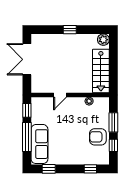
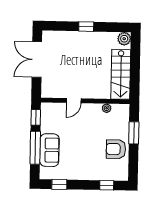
sofa: (39, 144) -> (49, 150), width x0.73
window: (113, 145) -> (133, 159), removed

